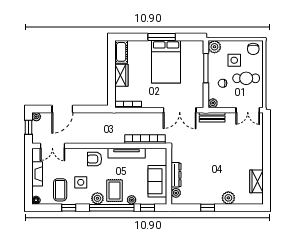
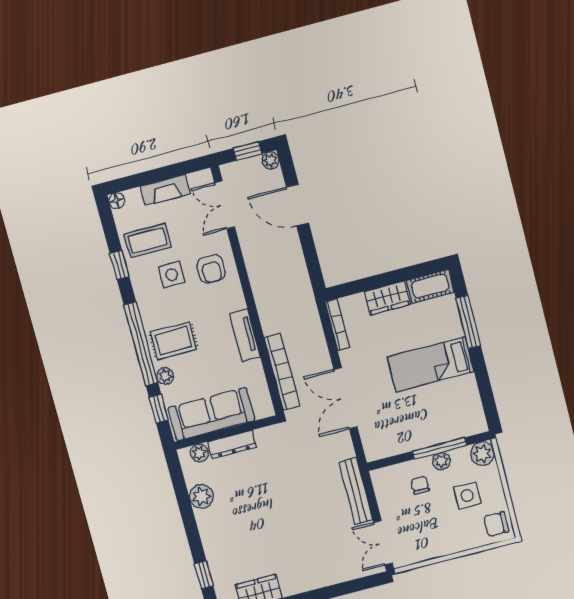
window: (162, 37) -> (468, 322), moved
bed: (166, 62) -> (431, 364), width x0.67
cafe table: (246, 78) -> (440, 525), removed
plant: (213, 103) -> (441, 461), moved
double door: (180, 110) -> (345, 398), moved
bench: (212, 117) -> (356, 491), width x1.36
tv unit: (127, 153) -> (245, 335), width x0.71
armchair: (95, 159) -> (211, 269), moved, turned 180
sofa: (157, 181) -> (211, 414), width x1.36
plant: (97, 198) -> (151, 313), removed
plant: (228, 198) -> (201, 496), moved
window: (208, 208) -> (204, 575), moved

